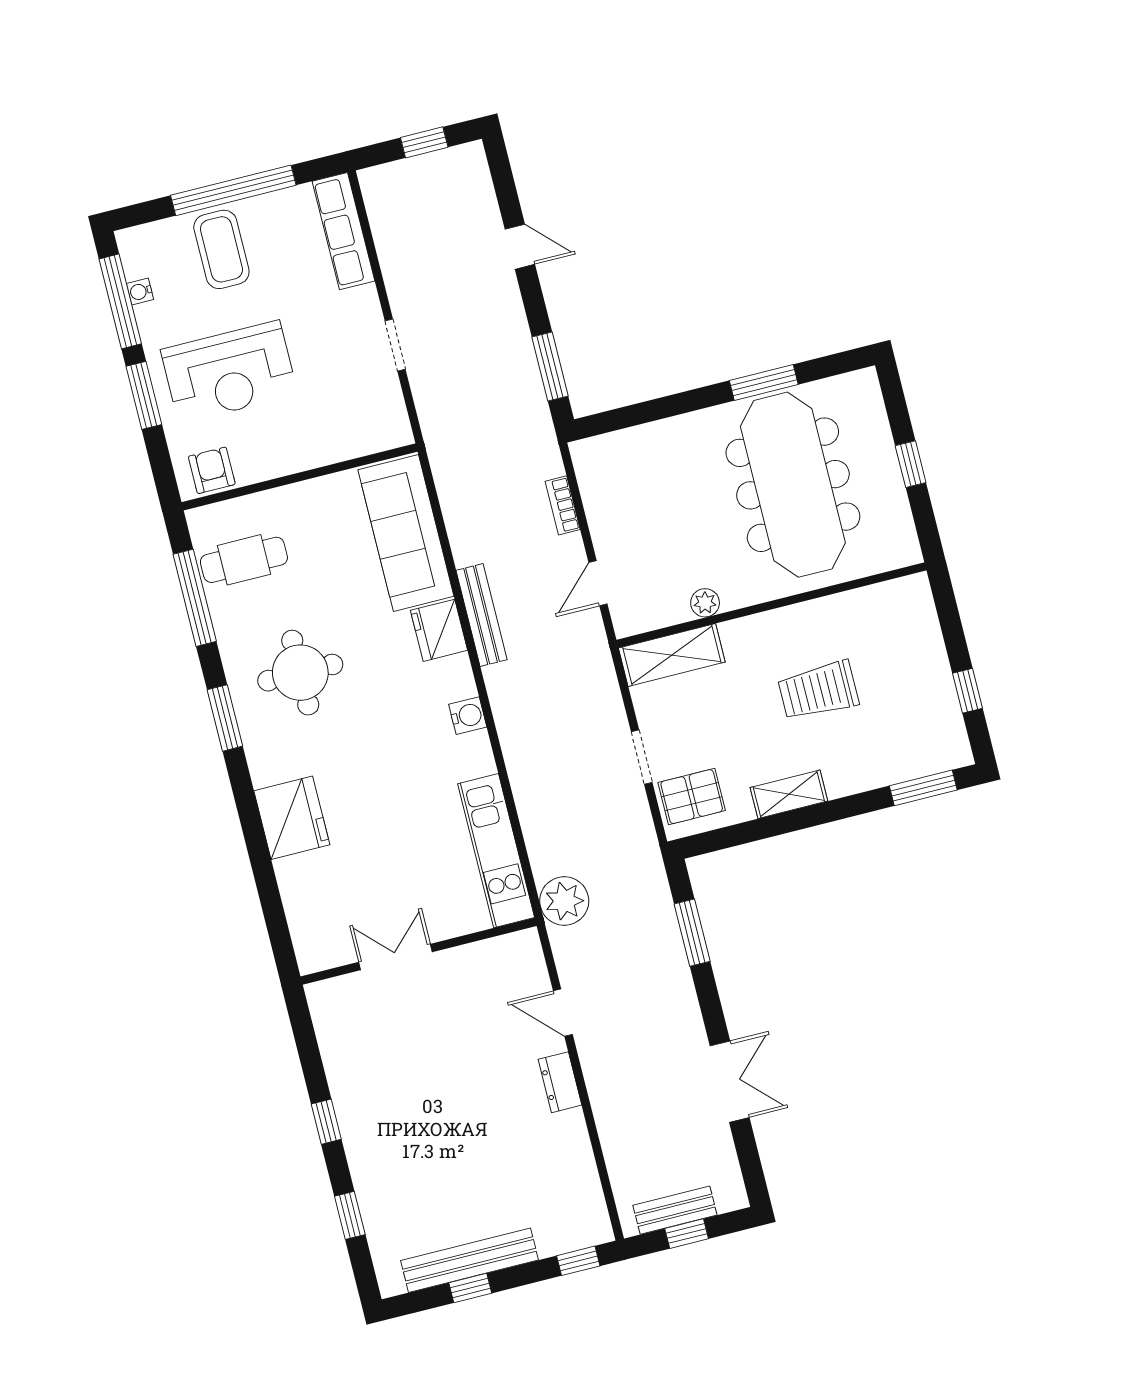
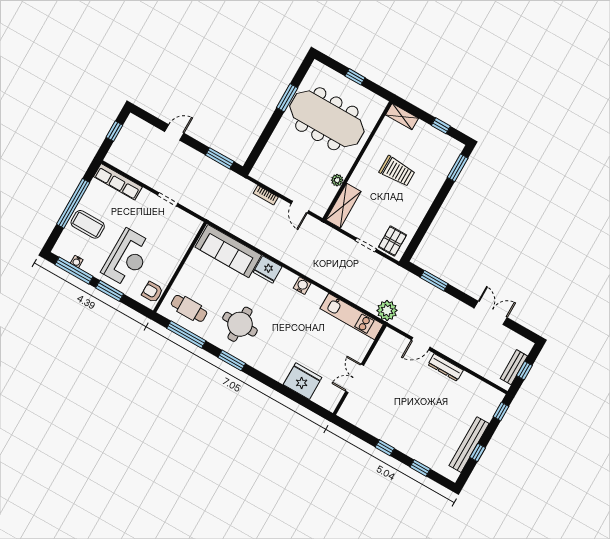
cafe table: (244, 560) -> (189, 308), turned 90
bench: (482, 615) -> (275, 252), removed
trolley: (818, 691) -> (397, 171), turned -90
shelving: (789, 794) -> (402, 117), moved, turned 90
fridge: (292, 818) -> (303, 381), moved
dresser: (560, 1082) -> (446, 367), width x1.44

